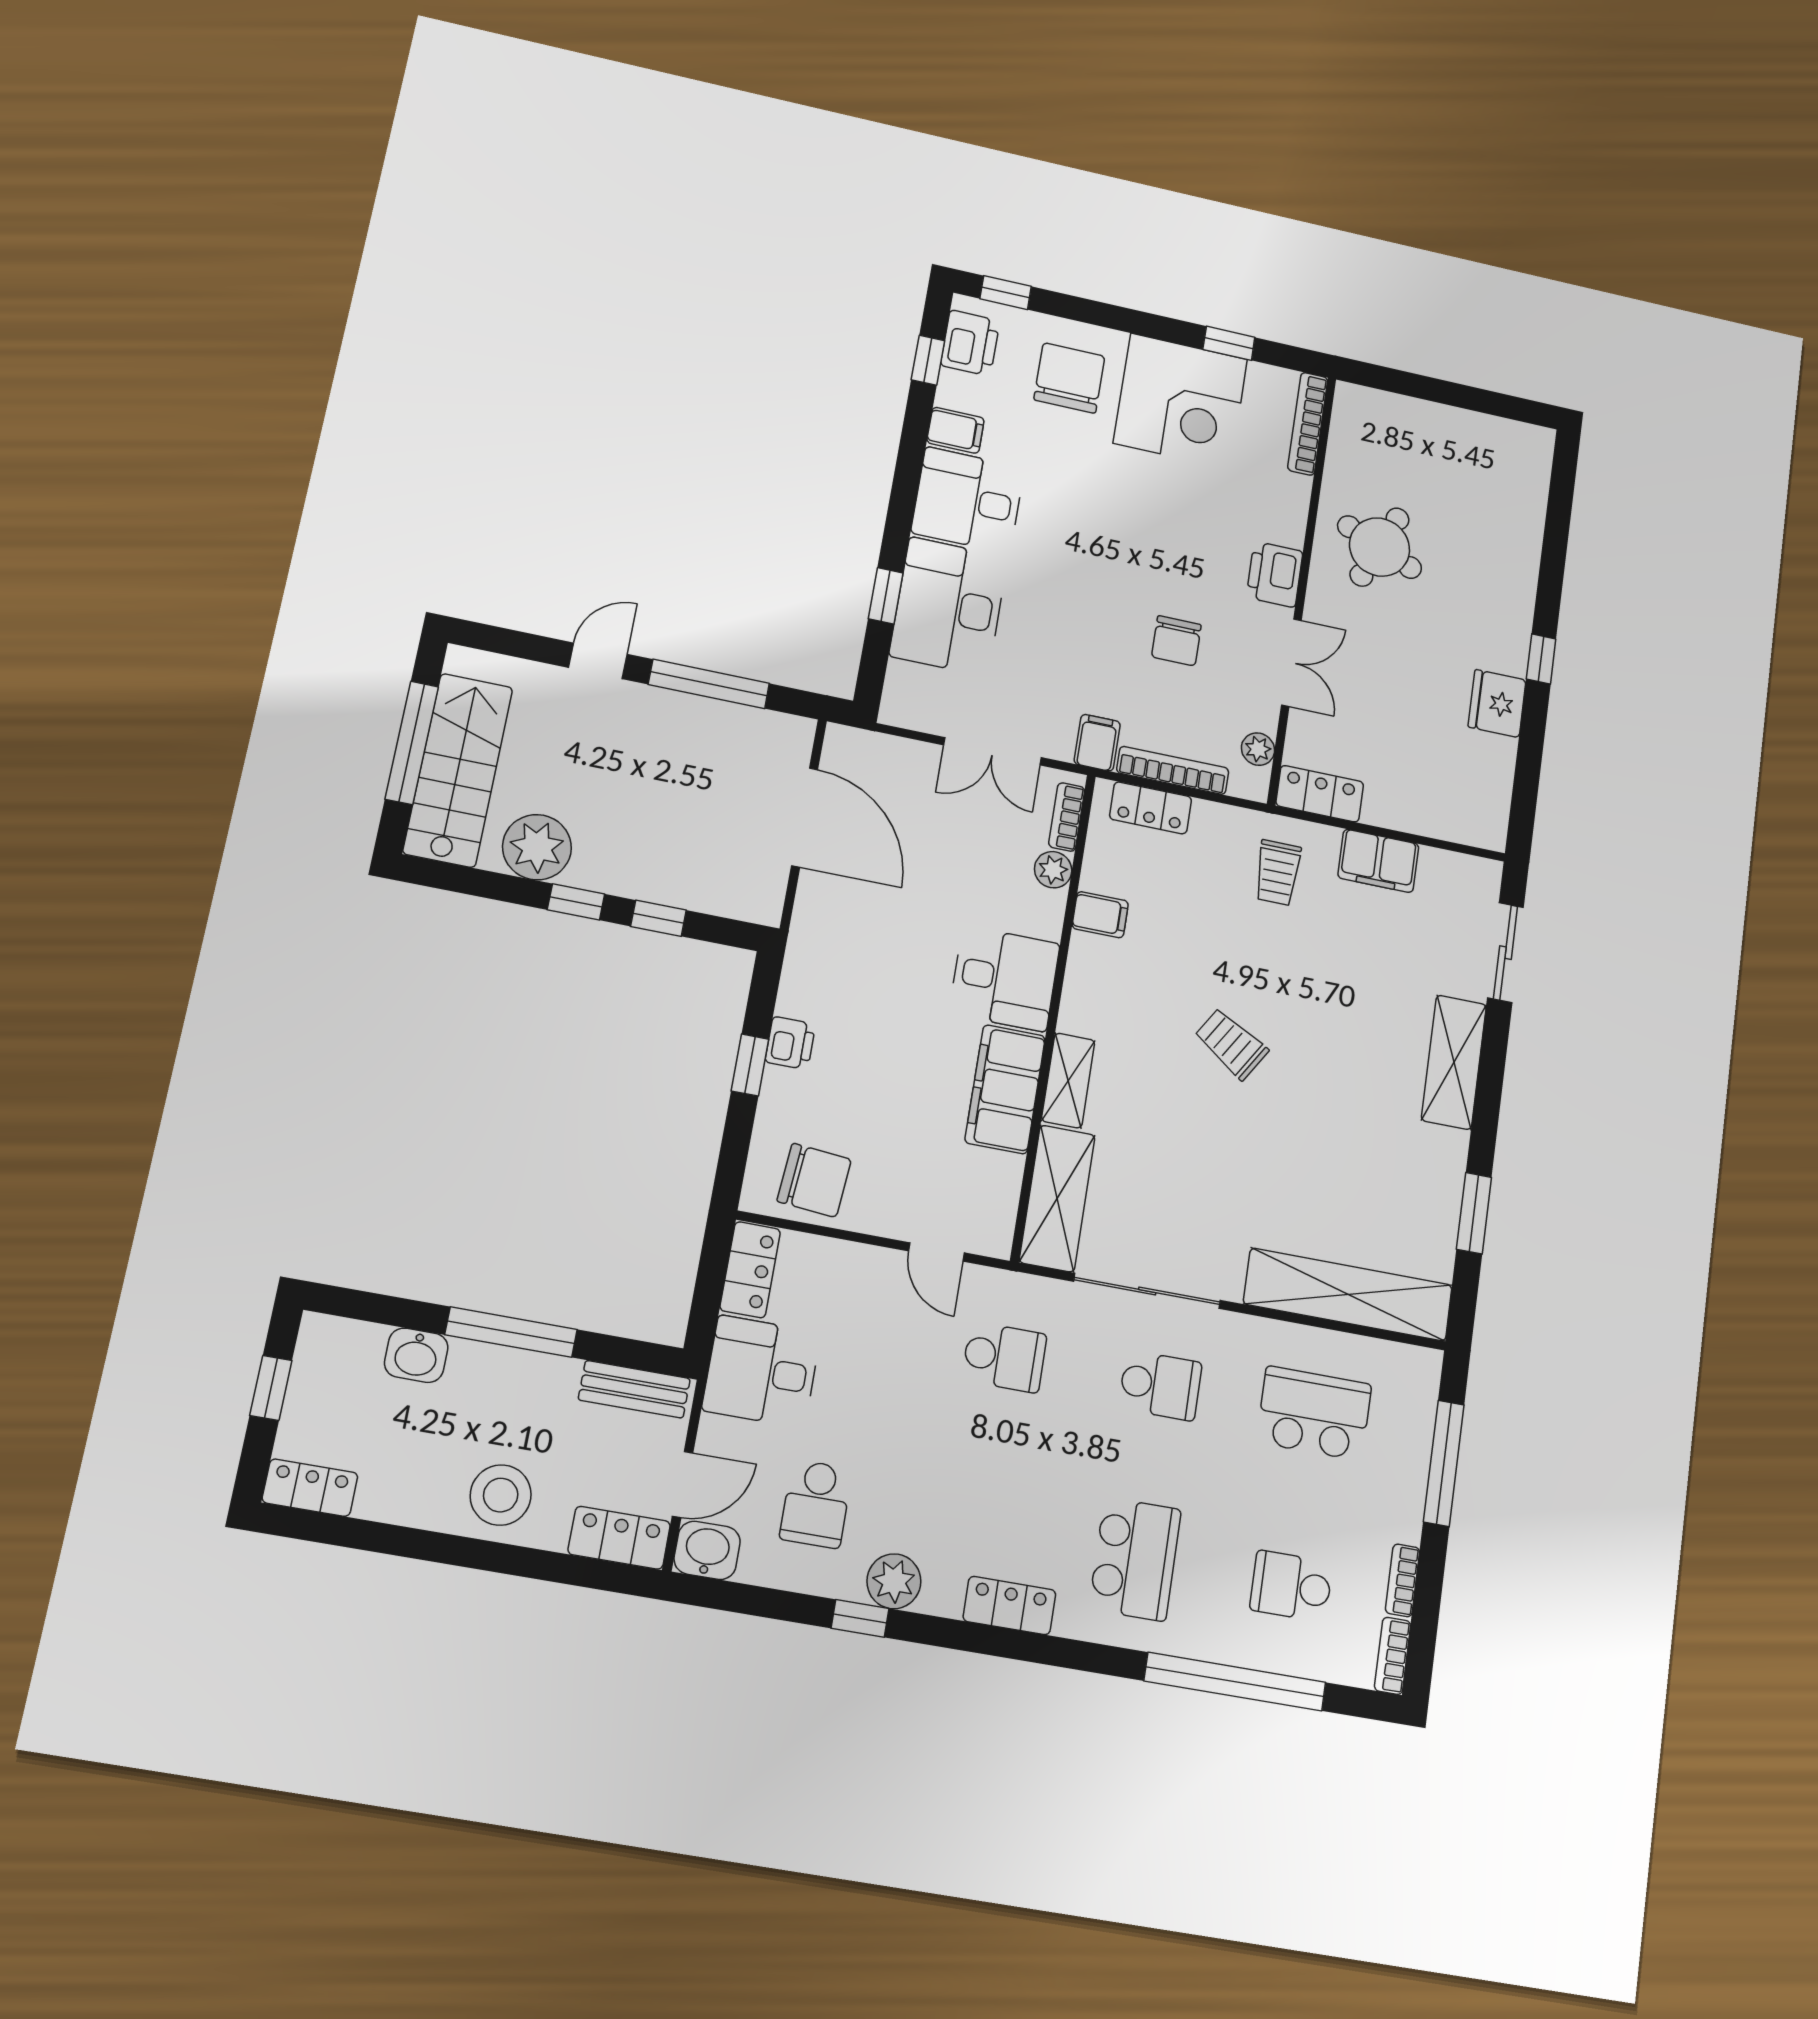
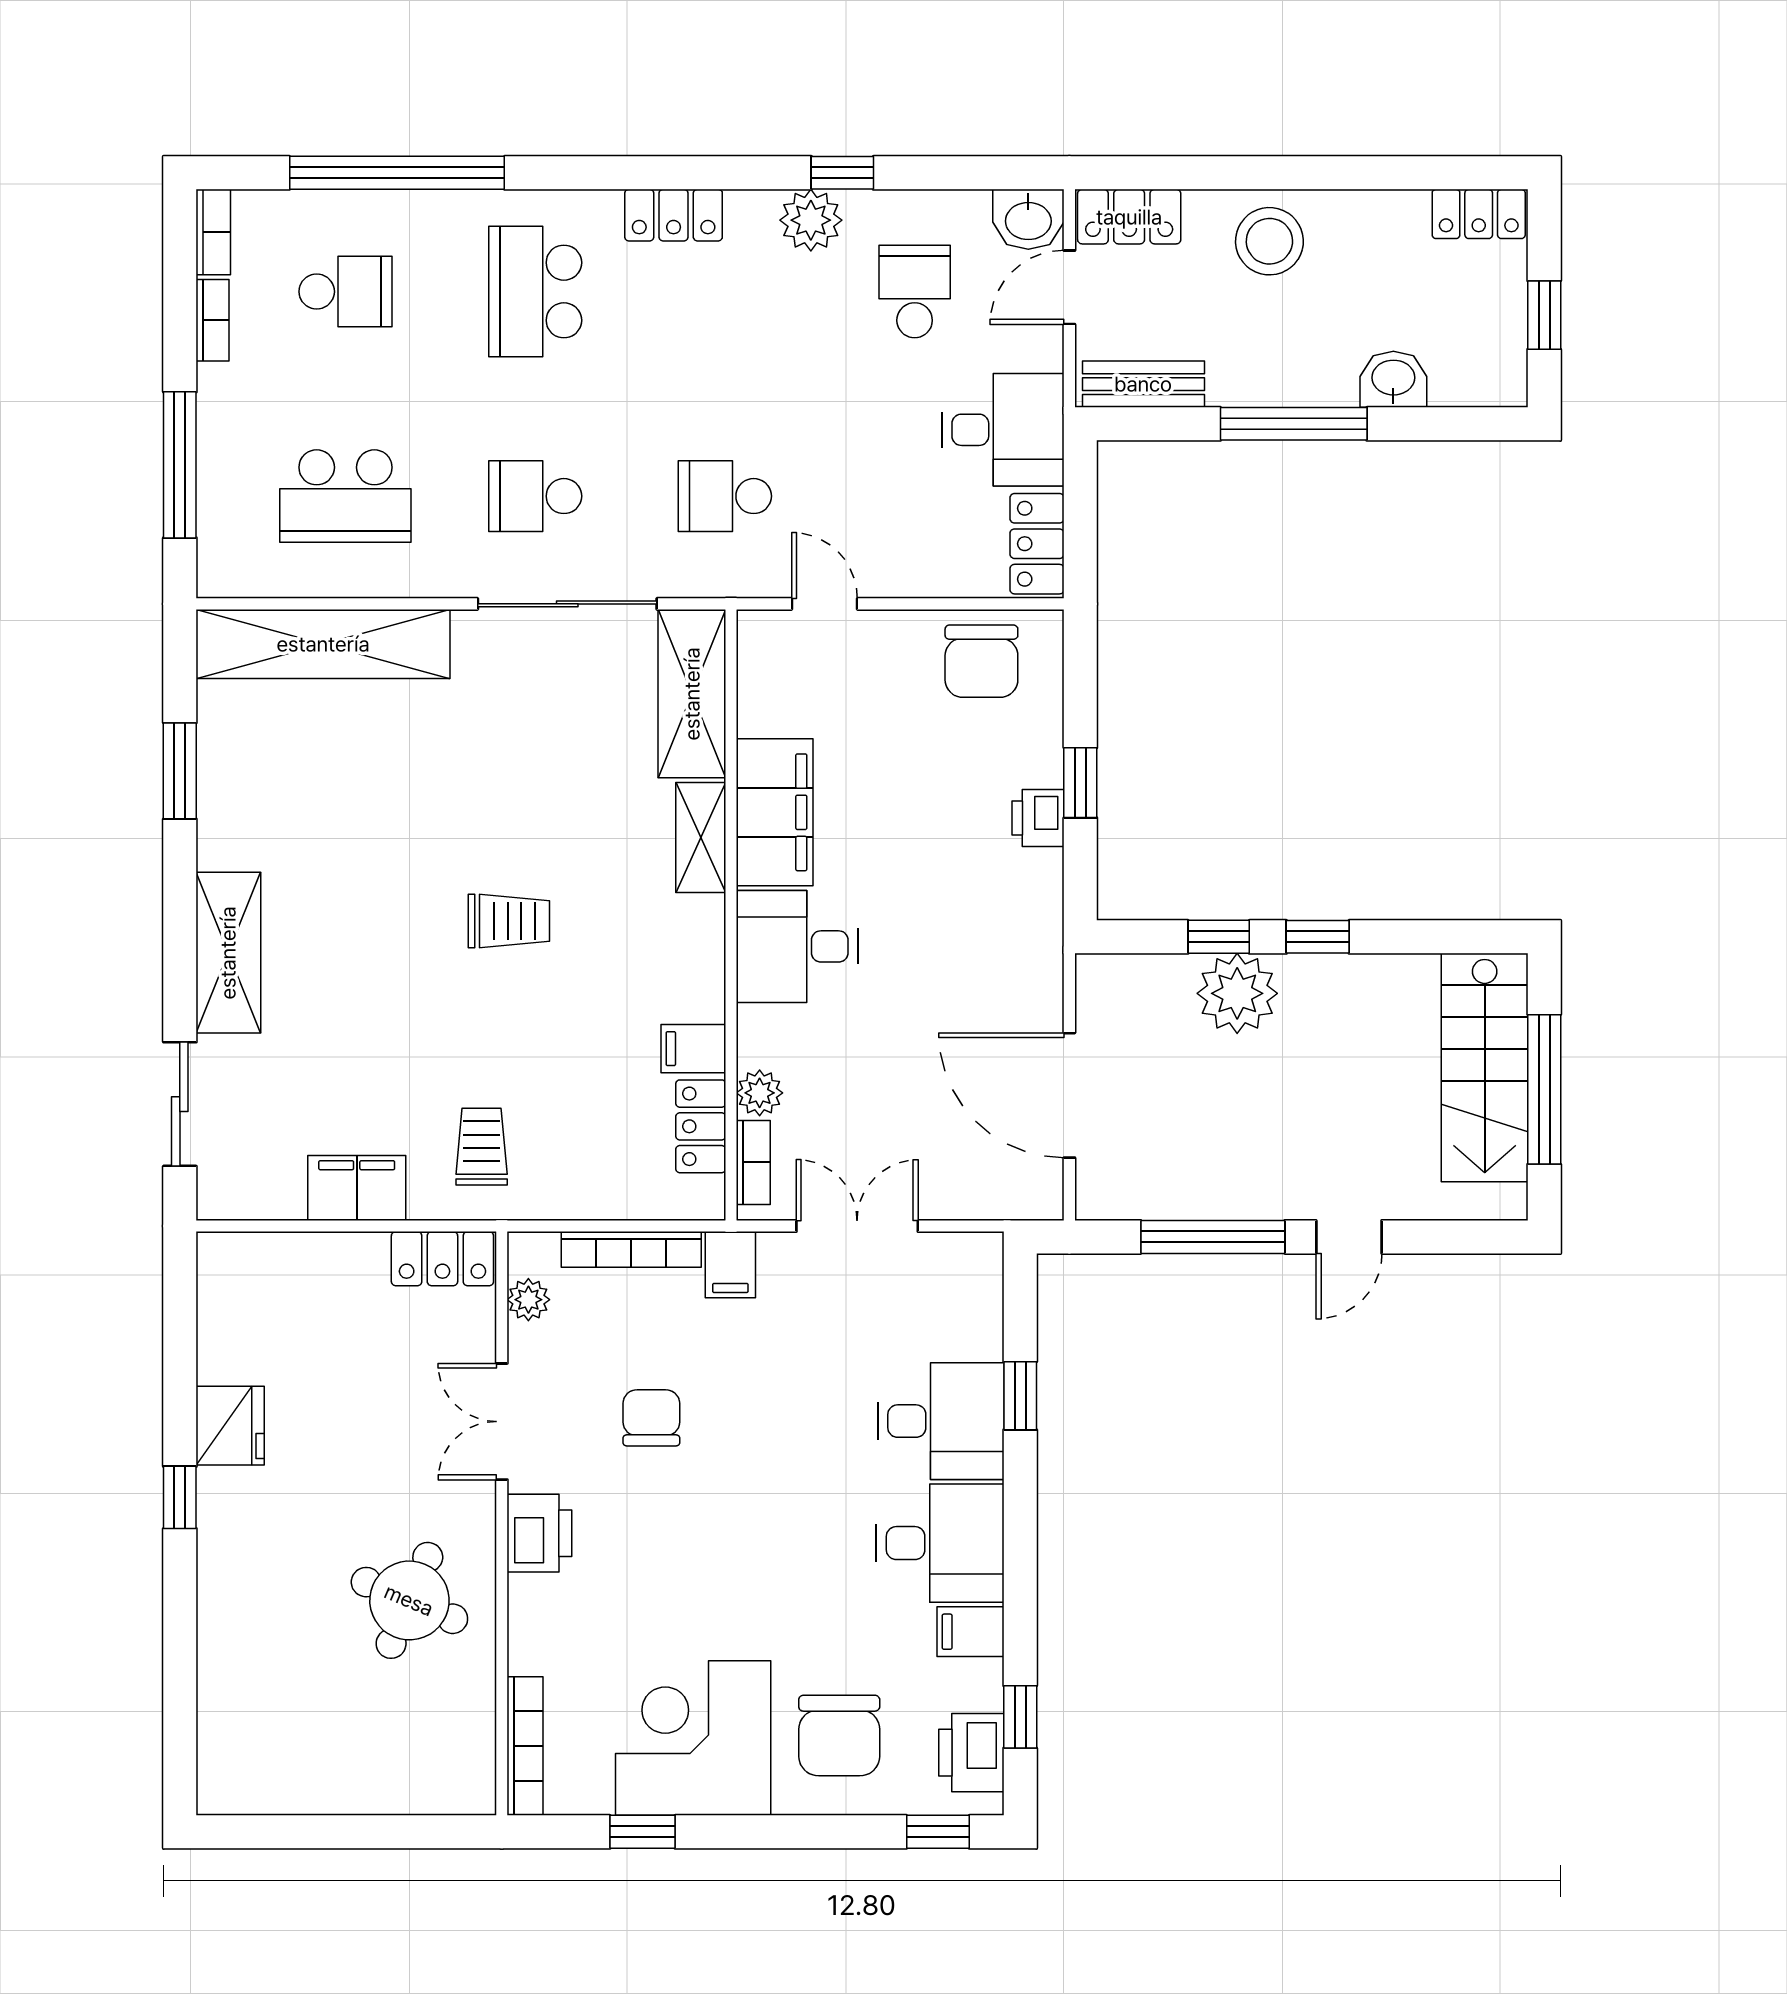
desk: (949, 606) -> (941, 1421), width x0.73
locker: (1151, 808) -> (701, 1126), moved, turned -90
plant: (537, 847) -> (1237, 993), moved
trolley: (1231, 1044) -> (509, 921), turned -32
chair: (814, 1180) -> (981, 661), turned -95

